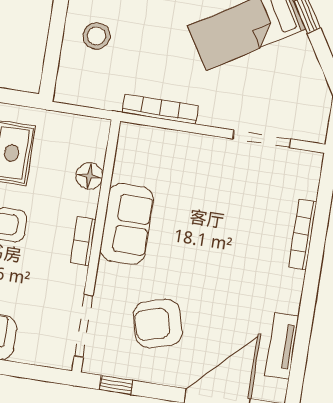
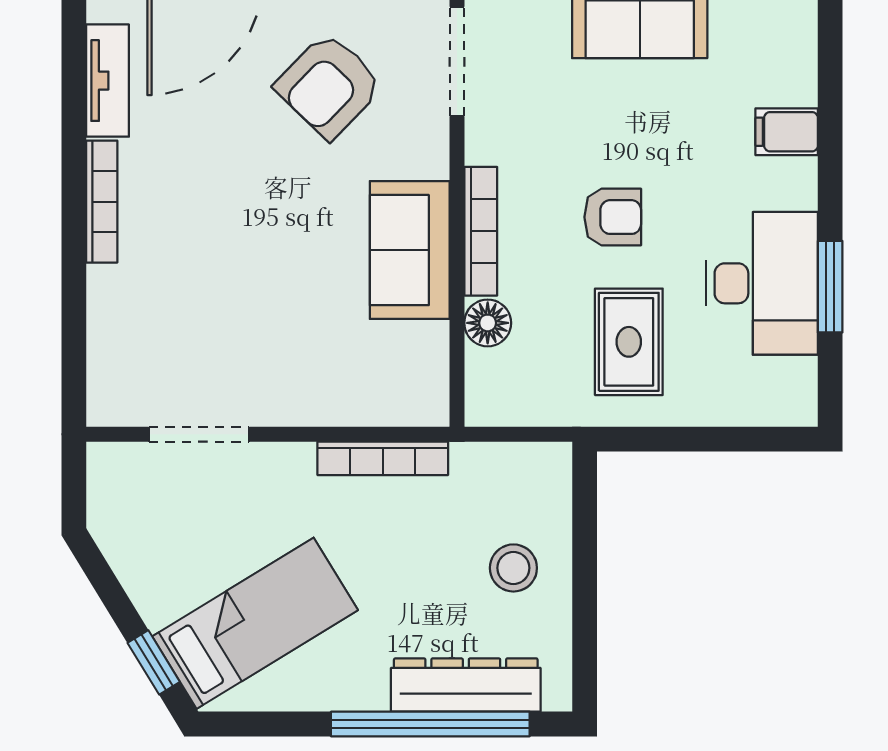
bookcase: (303, 234) -> (102, 202), moved
bookcase: (83, 241) -> (481, 231), width x1.56
armchair: (158, 324) -> (329, 86), turned 150

